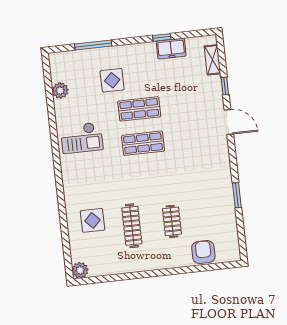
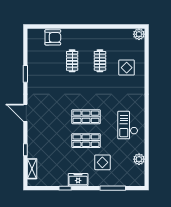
freezer: (171, 49) -> (78, 180), moved
door: (229, 122) -> (25, 113), moved
checkout: (82, 138) -> (128, 125), turned -90
clothes rail: (132, 226) -> (100, 61), width x0.73
armchair: (203, 252) -> (53, 37), turned -90

